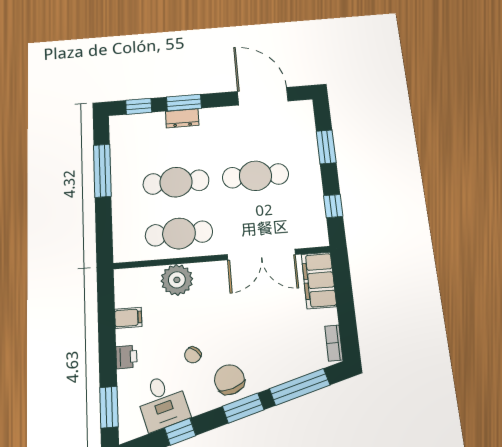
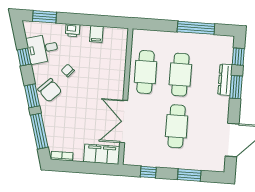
dresser: (182, 118) -> (225, 80), width x1.44
plant: (177, 280) -> (116, 67), removed
chair: (229, 380) -> (50, 90), turned 64

